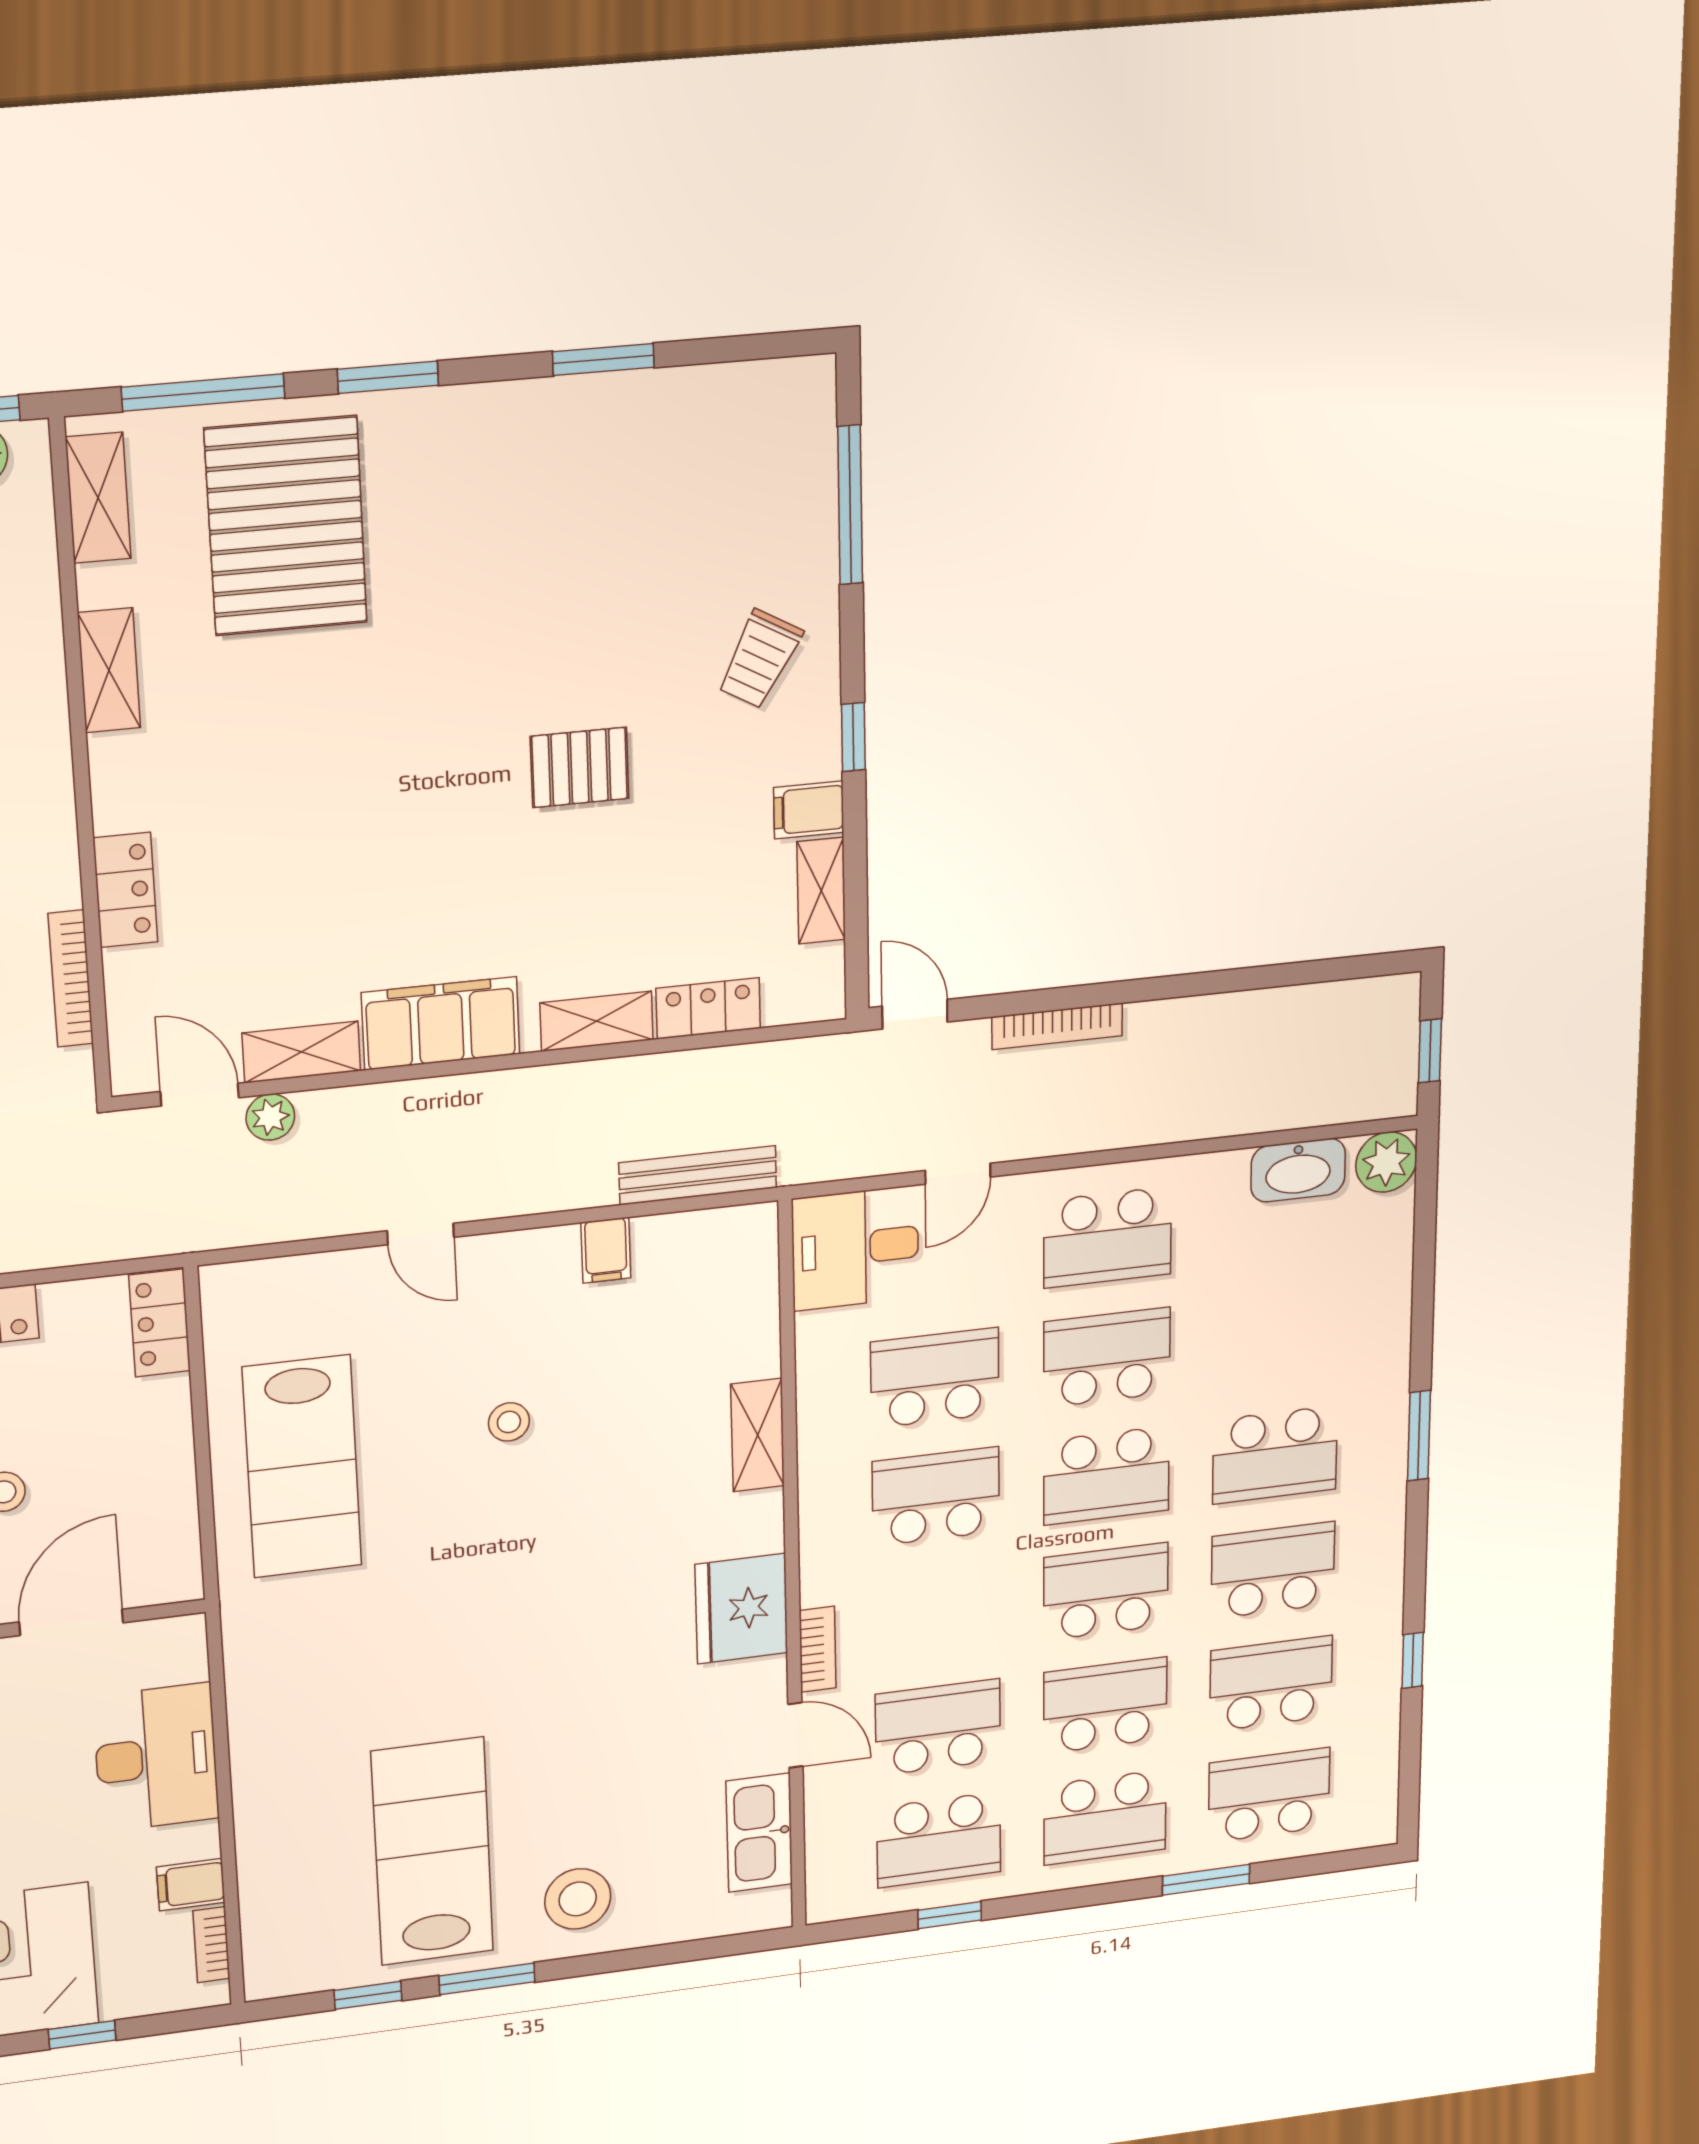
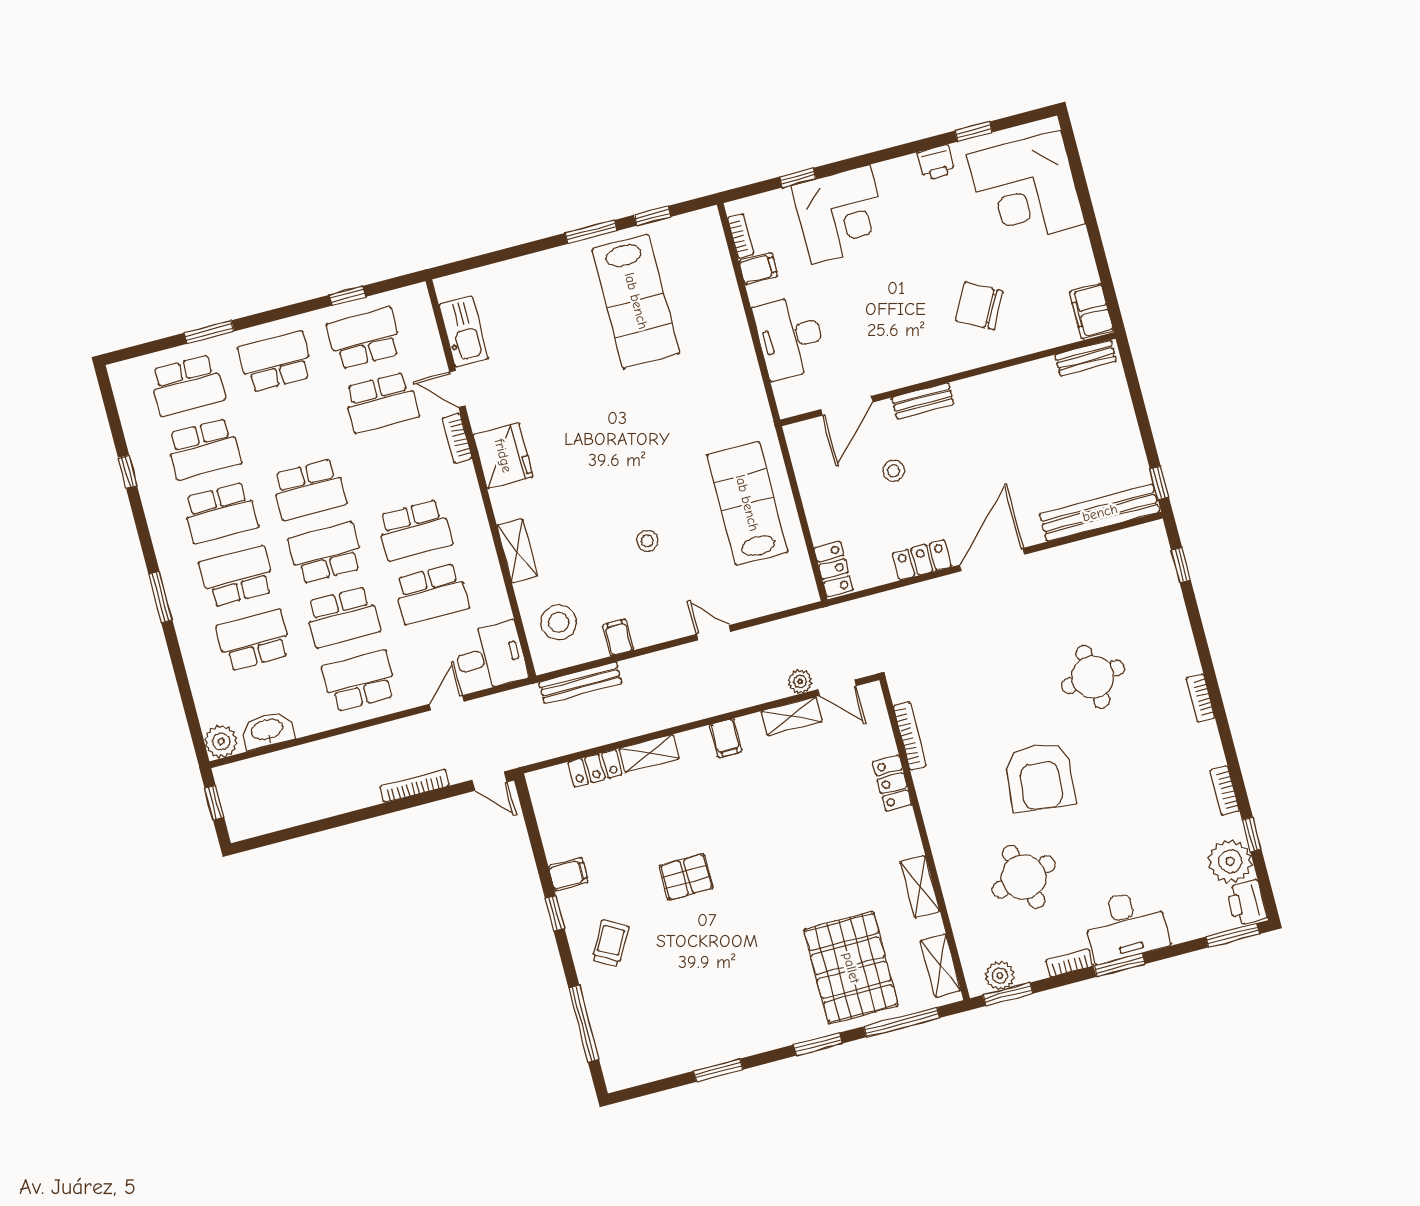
shelving: (821, 891) -> (552, 836), removed
filing cabinet: (441, 1023) -> (726, 738), width x0.33, depth x0.86
school desk: (1105, 1705) -> (254, 640), moved, turned 180
stool: (578, 1899) -> (559, 622), moved

